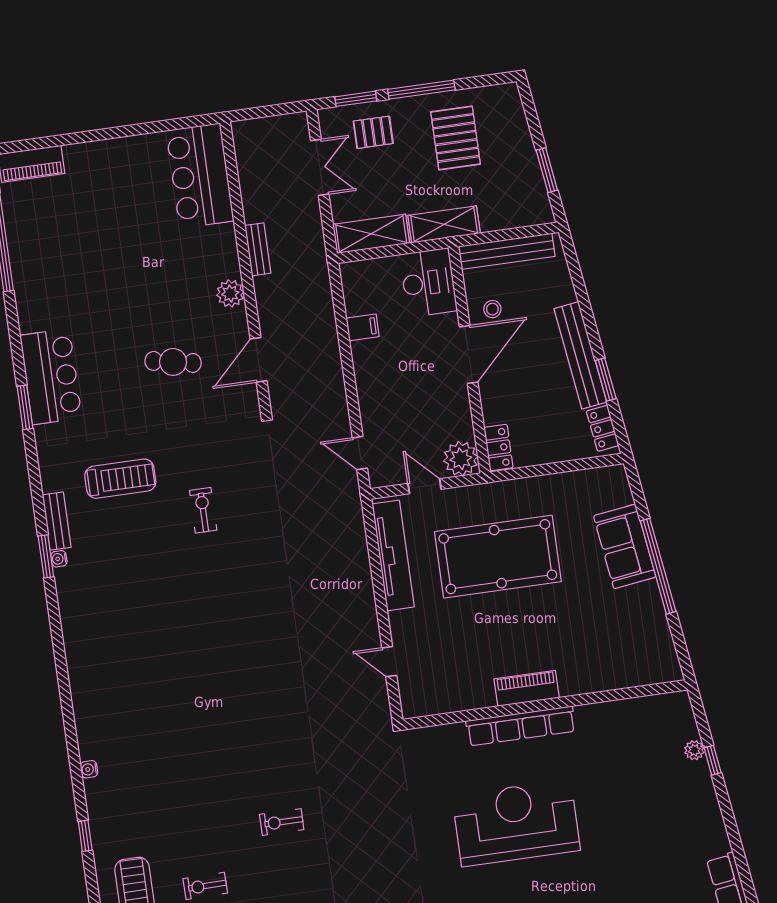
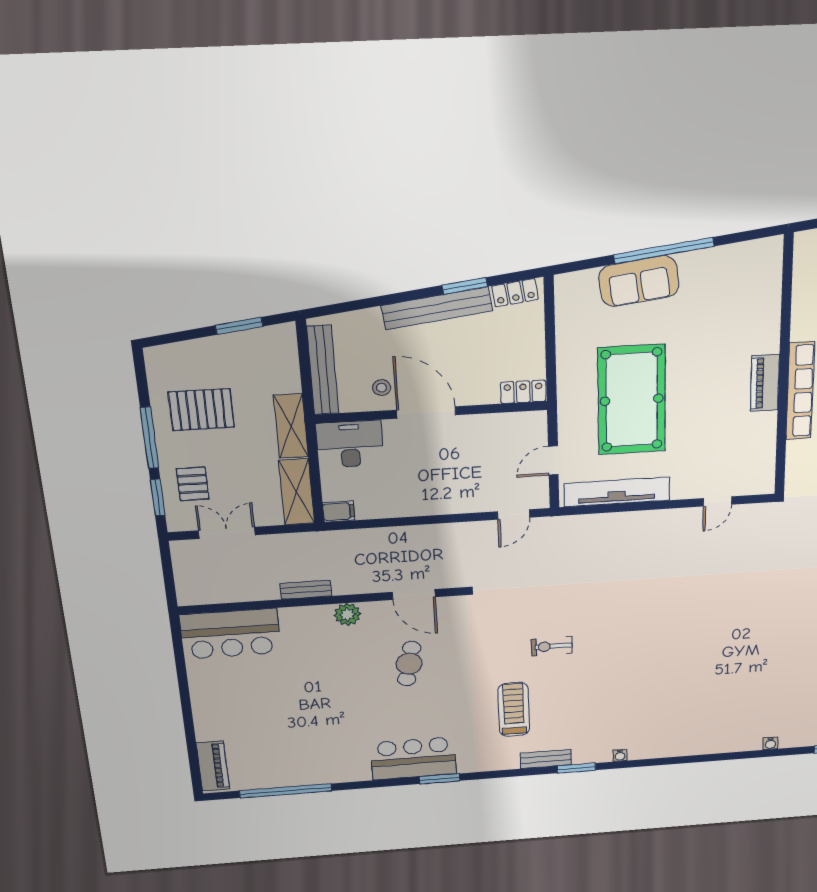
filing cabinet: (363, 327) -> (339, 512), moved, turned 90
plant: (461, 459) -> (530, 427), removed
water cooler: (59, 559) -> (620, 755), moved

